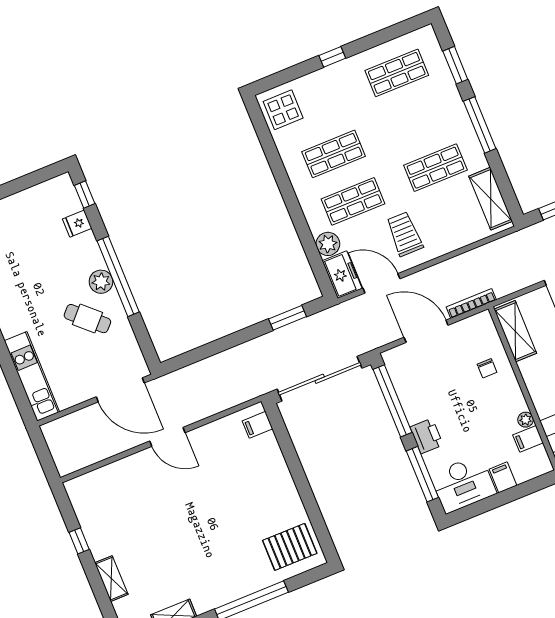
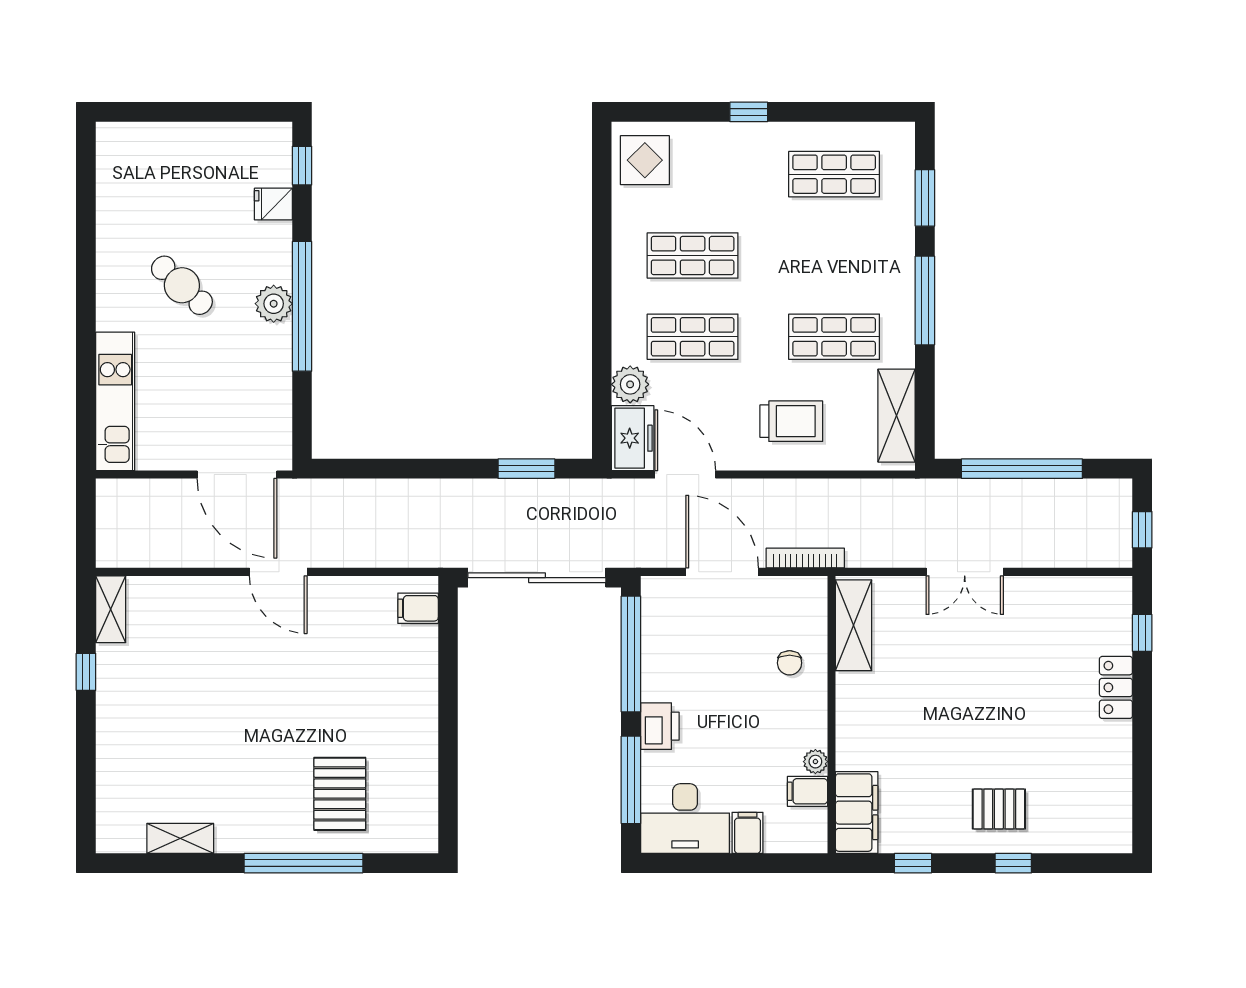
trolley: (405, 234) -> (791, 421), moved, turned 90
cafe table: (87, 319) -> (182, 285), moved
pallet: (290, 547) -> (340, 794), moved, turned 90
shelving: (111, 579) -> (111, 609), moved

